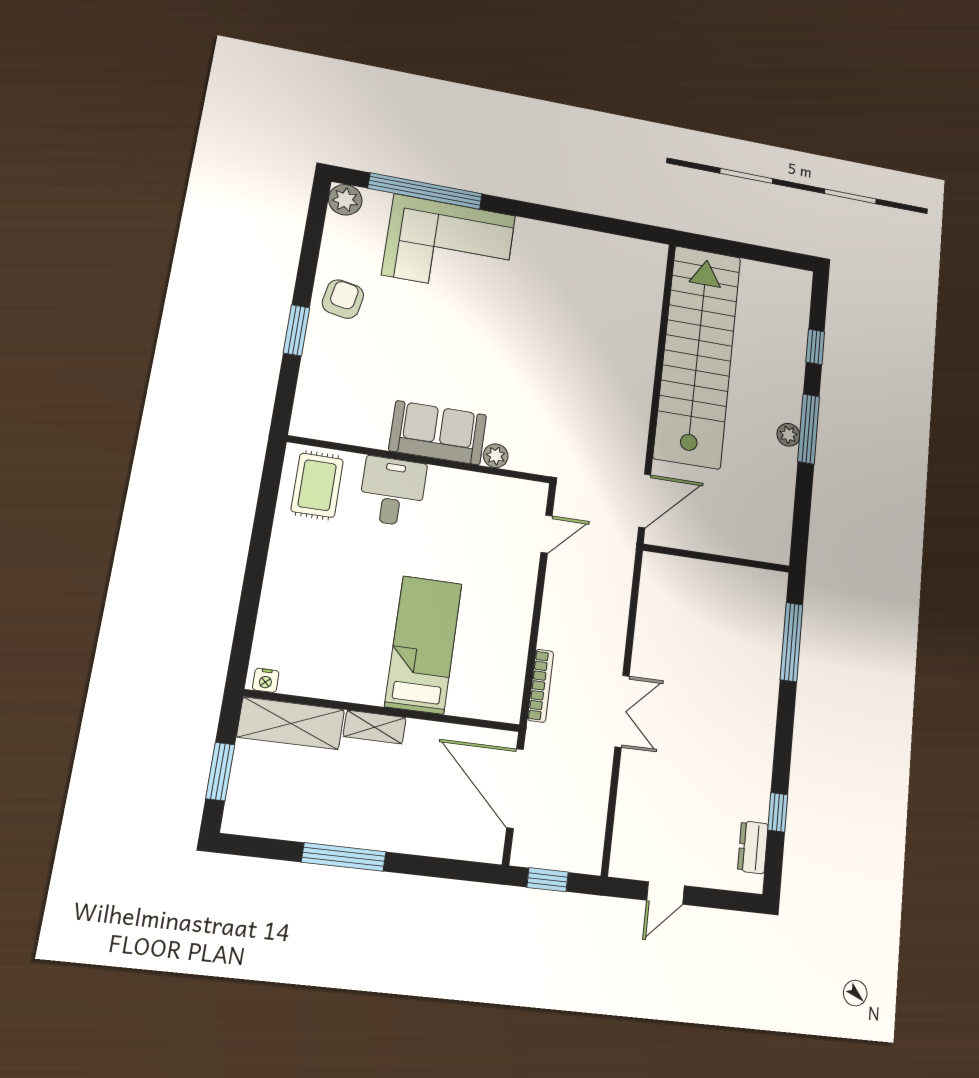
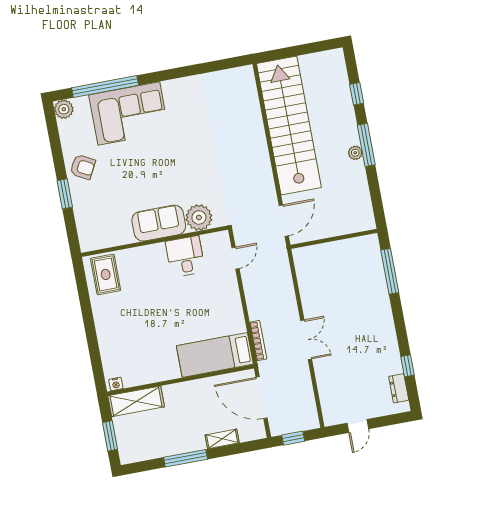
armchair: (343, 299) -> (83, 167), turned 108
plant: (496, 456) -> (199, 217), width x1.87, depth x1.87
desk: (393, 491) -> (185, 256), moved
bed: (423, 645) -> (215, 355), moved, turned -90
shelving: (375, 727) -> (222, 439), moved

